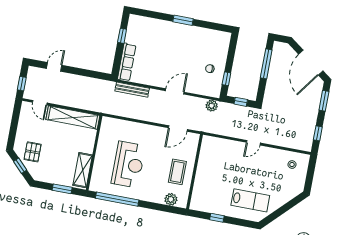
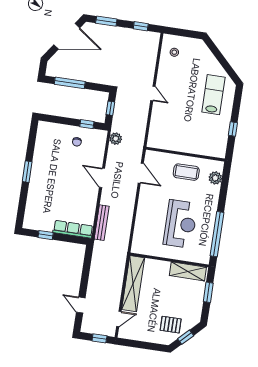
reception desk: (128, 165) -> (180, 224), turned 90

